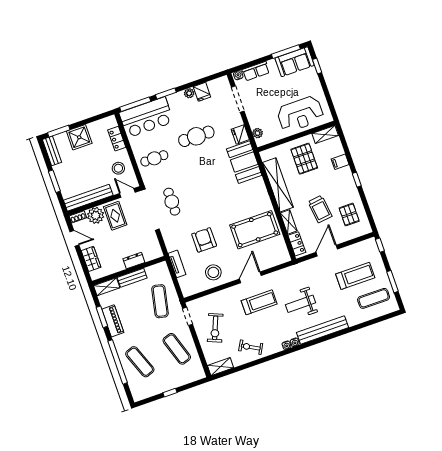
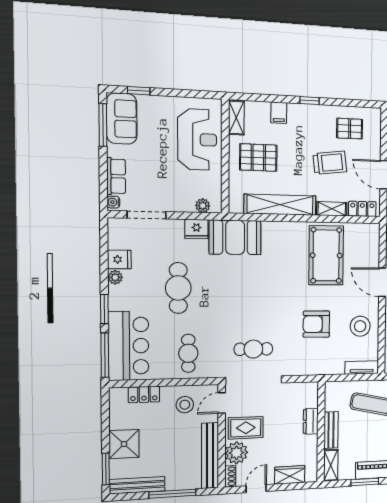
bench: (52, 151) -> (137, 485), width x1.36
window: (54, 181) -> (172, 494), width x1.44
tv unit: (177, 264) -> (362, 368), moved

